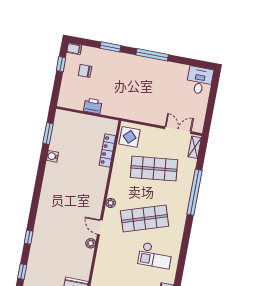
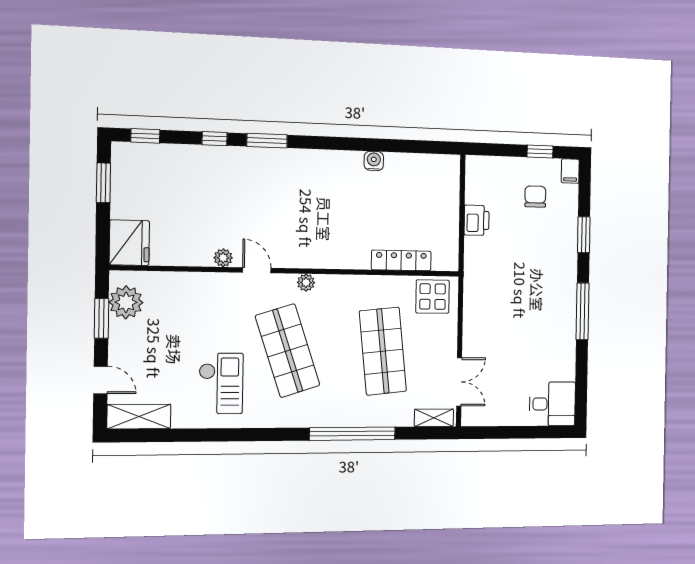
window: (48, 134) -> (267, 141), moved
door: (100, 227) -> (257, 270), hinge flipped
checkout: (155, 256) -> (221, 383), turned 180

